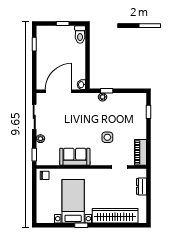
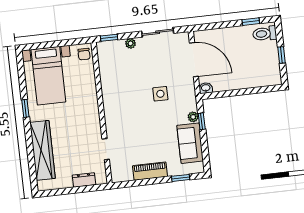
toilet: (80, 35) -> (265, 34), moved
side table: (107, 137) -> (160, 94), moved
piano: (140, 152) -> (150, 171), moved
sofa: (75, 157) -> (190, 143), moved, turned 180
bed with nightstands: (73, 201) -> (48, 76), moved, turned 90

